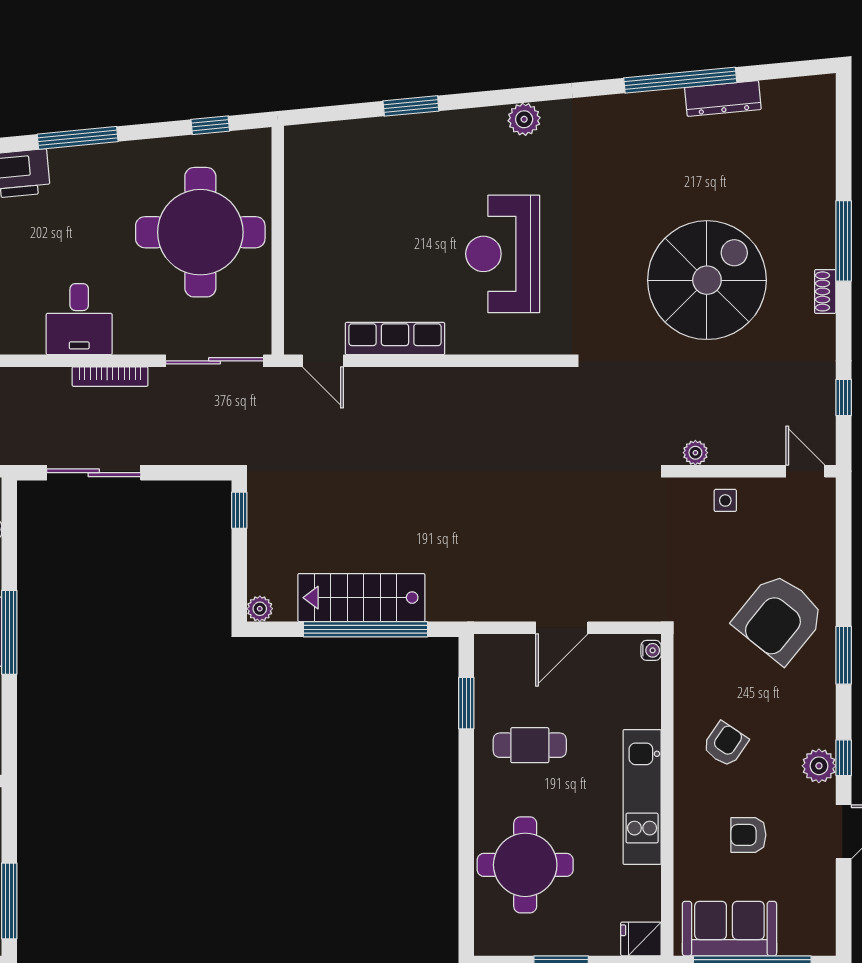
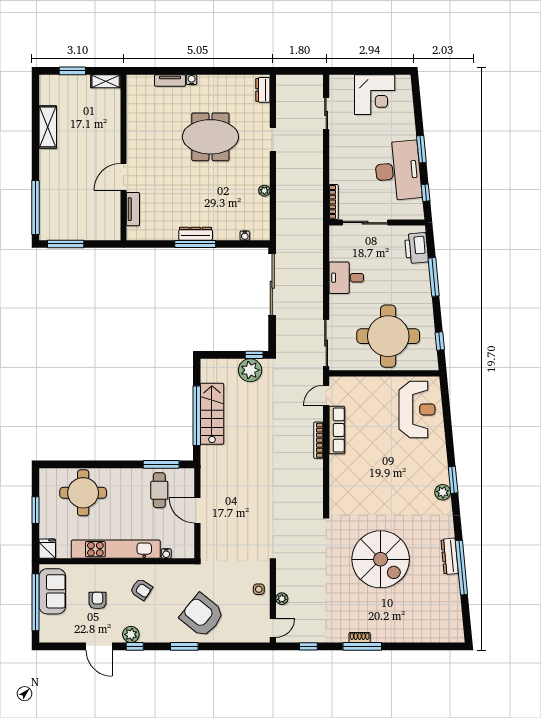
dresser: (723, 98) -> (450, 556), moved
window: (411, 106) -> (453, 480), moved
window: (844, 241) -> (362, 646), moved
reception desk: (503, 254) -> (417, 409), moved, turned 90
spiral stairs: (707, 280) -> (381, 559), moved
bookcase: (110, 377) -> (319, 440), moved
plant: (695, 453) -> (282, 599), moved
sliding door: (94, 473) -> (272, 285), width x1.36
plant: (260, 609) -> (250, 370), moved, width x1.87, depth x1.87
water cooler: (651, 650) -> (166, 553), moved
window: (466, 703) -> (161, 464), width x1.44
cafe table: (530, 745) -> (159, 490), moved
kitchen unit: (642, 797) -> (116, 549), width x1.36

